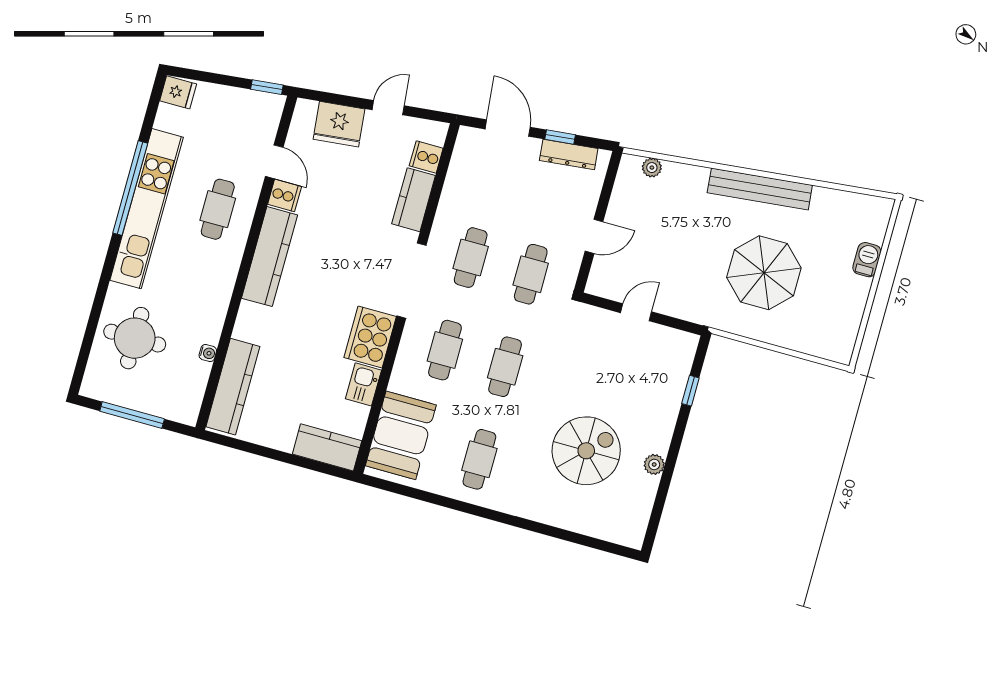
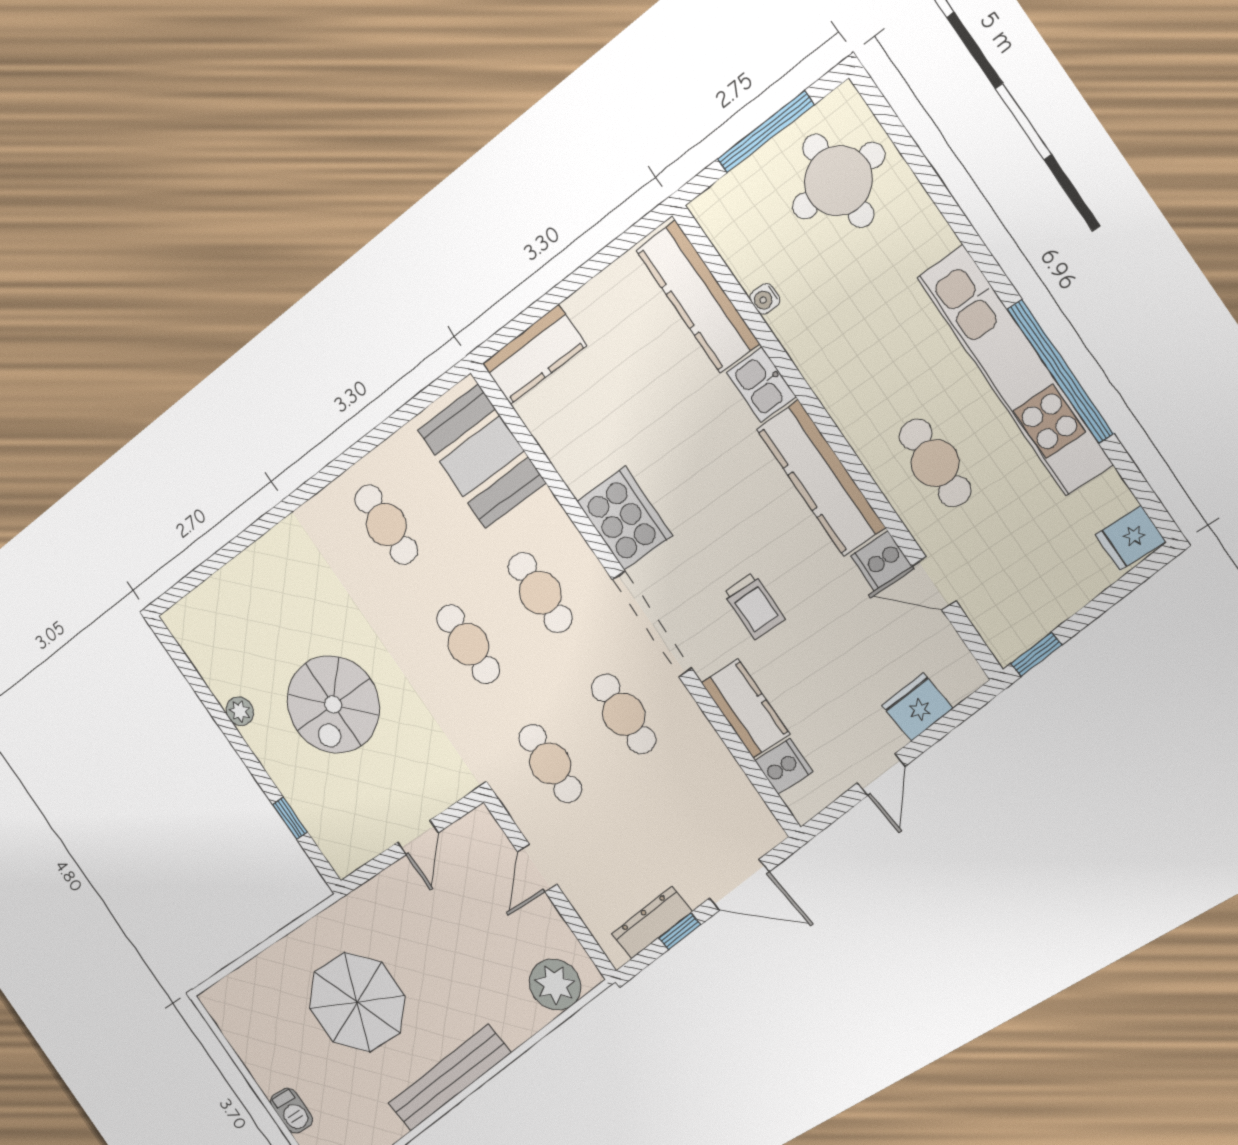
fridge: (339, 124) -> (917, 707), width x0.73, depth x0.75
plant: (652, 168) -> (555, 985), width x1.88, depth x1.88
trolley: (359, 238) -> (754, 606), added
round table: (135, 338) -> (838, 181), moved
kitchen sink: (363, 384) -> (761, 385), moved, turned 180
spiral stairs: (586, 451) -> (333, 705), moved

